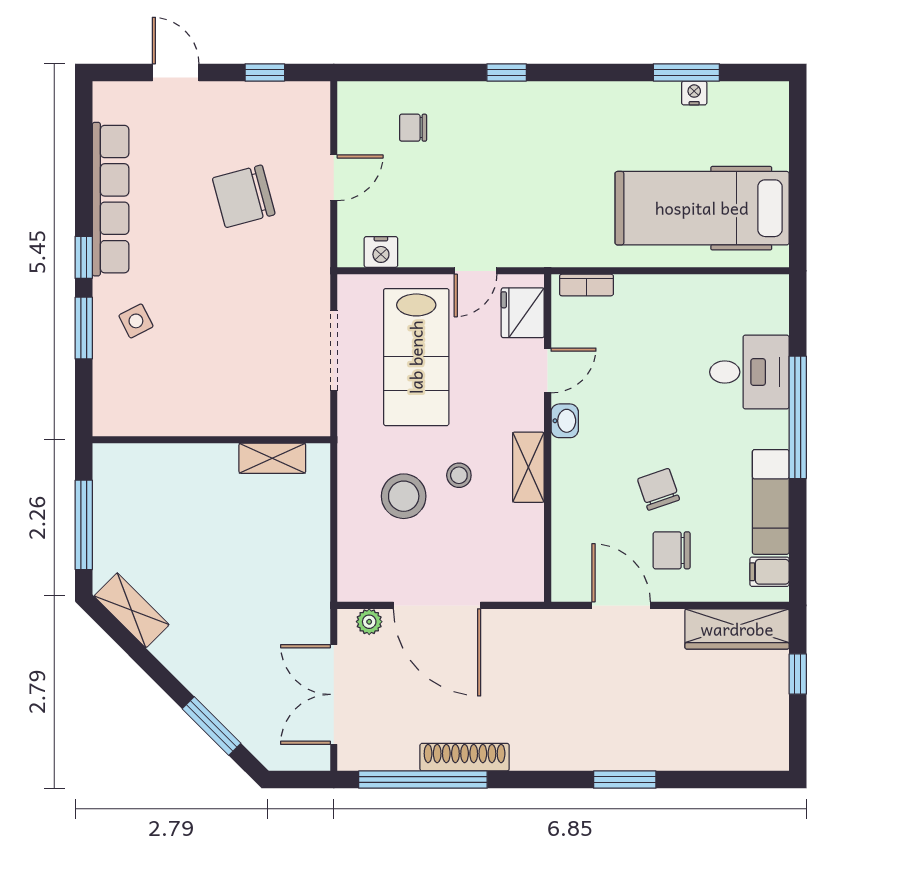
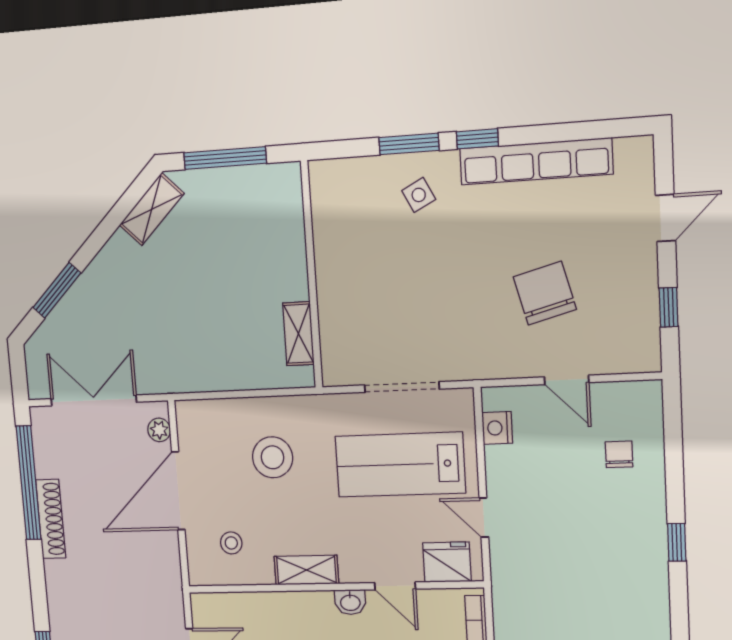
stool: (459, 475) -> (231, 543), moved

